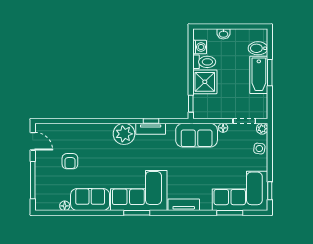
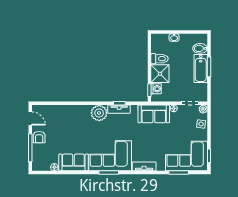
washing machine: (200, 47) -> (156, 89), moved
armchair: (70, 161) -> (39, 137), moved

